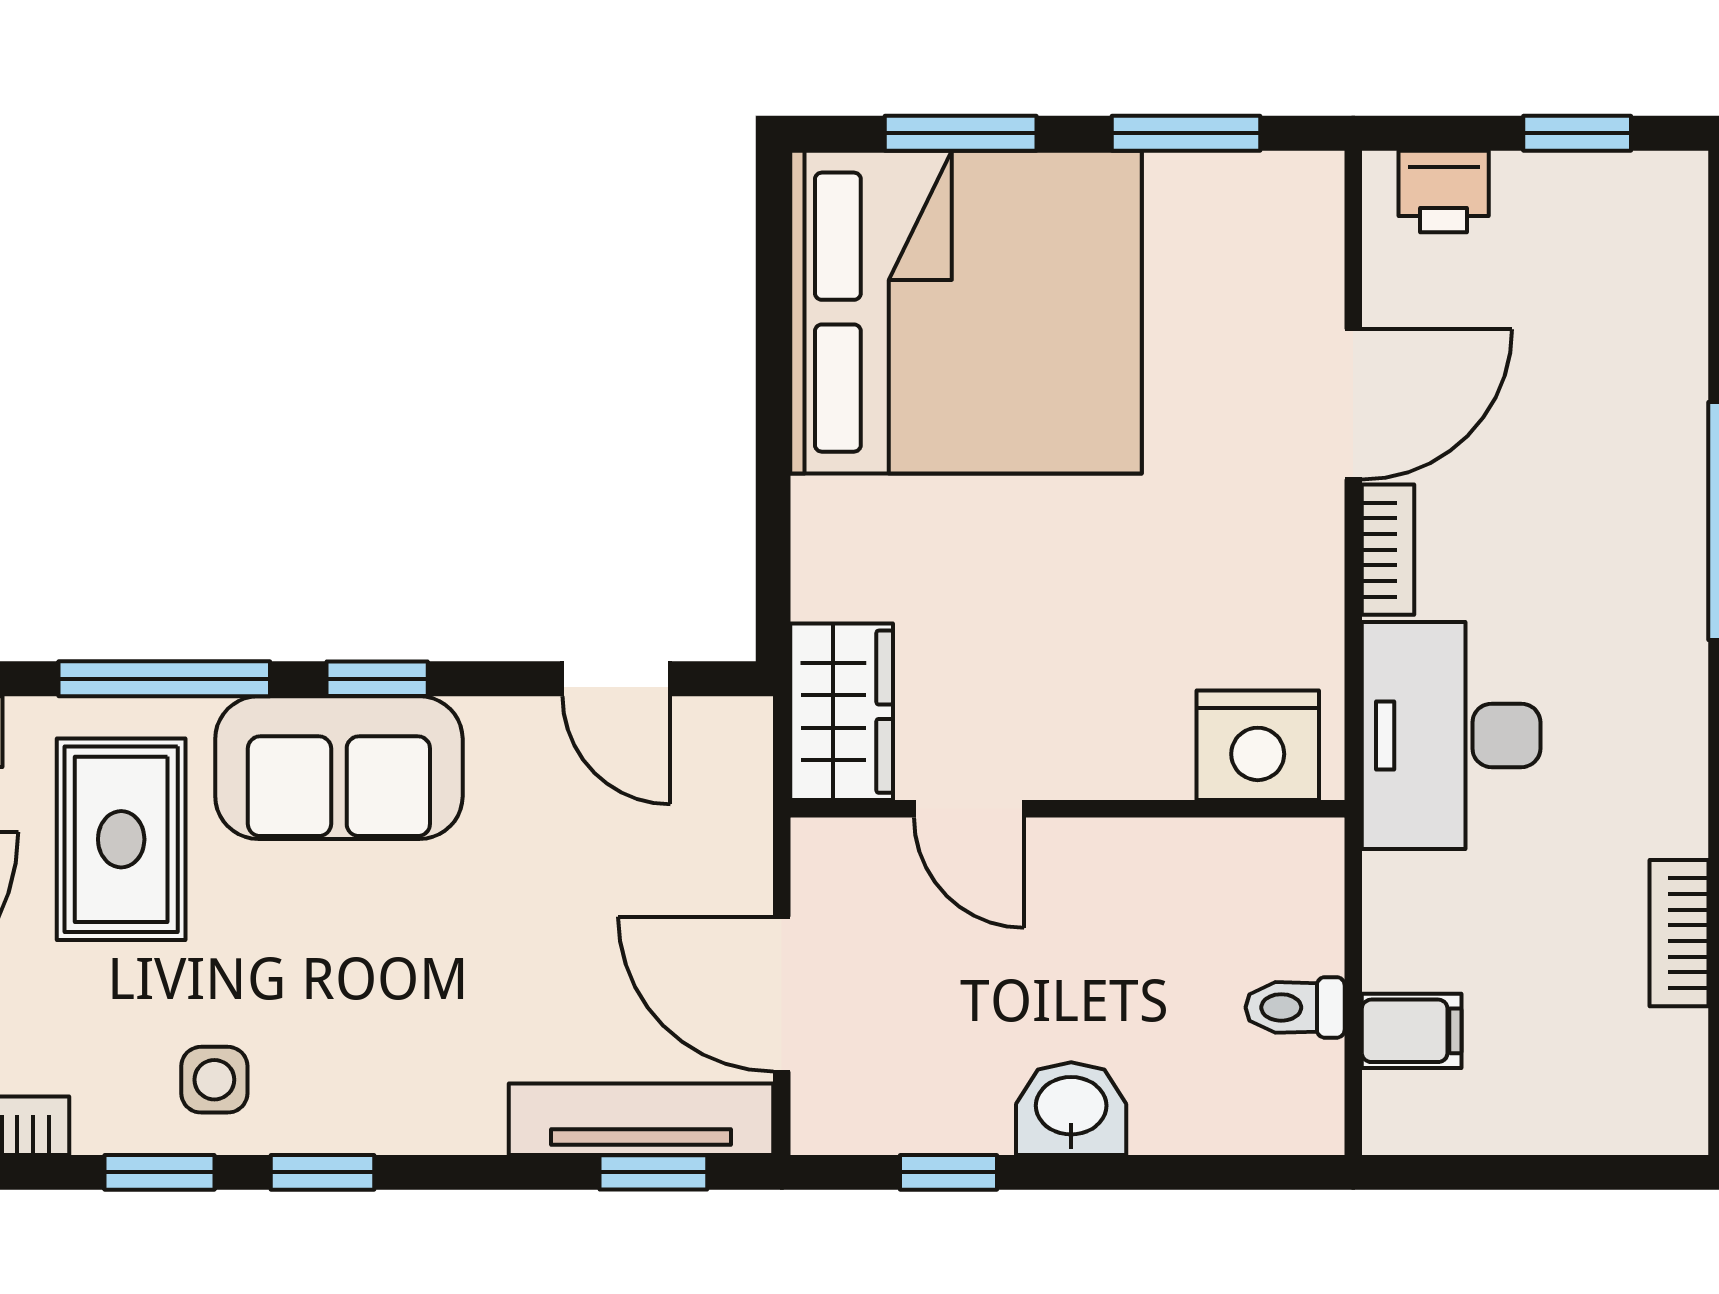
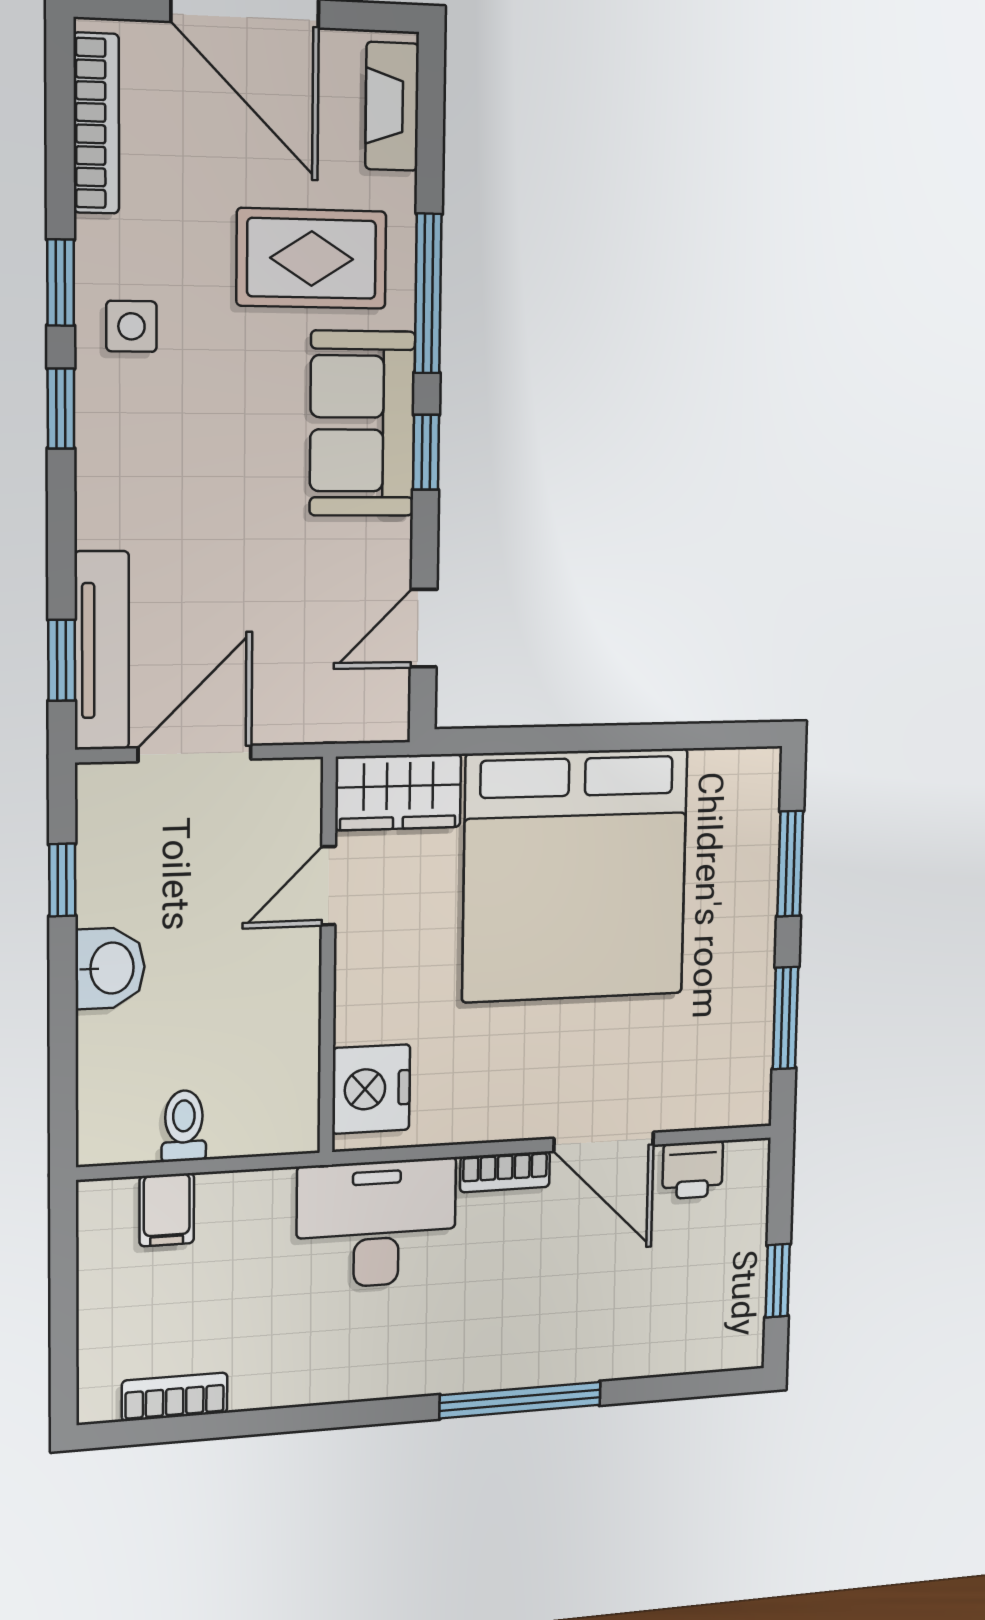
printer: (1444, 192) -> (693, 1170), moved, turned -90
bed: (966, 312) -> (575, 875), moved
bookcase: (1679, 933) -> (175, 1397), moved

